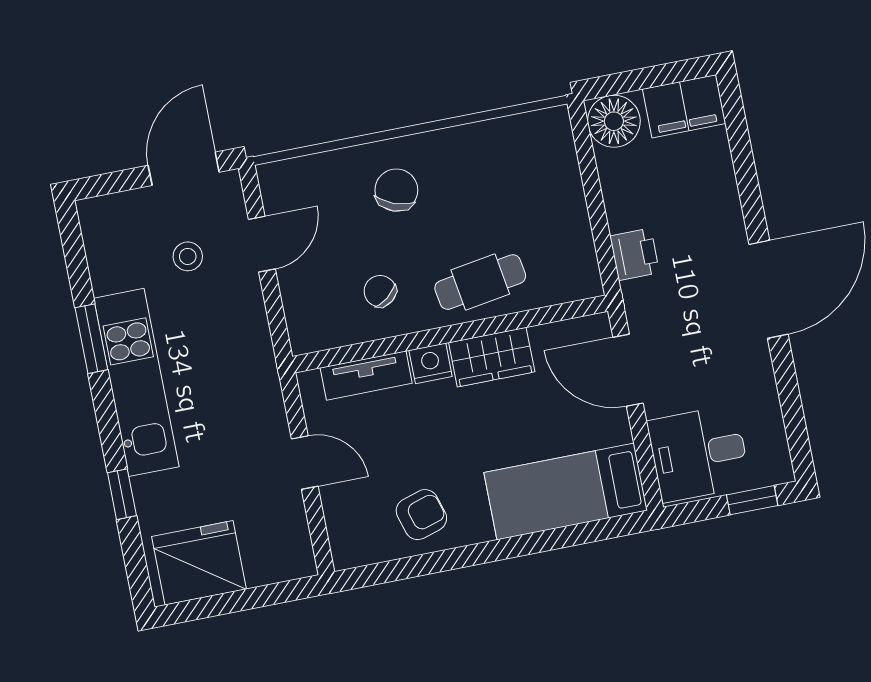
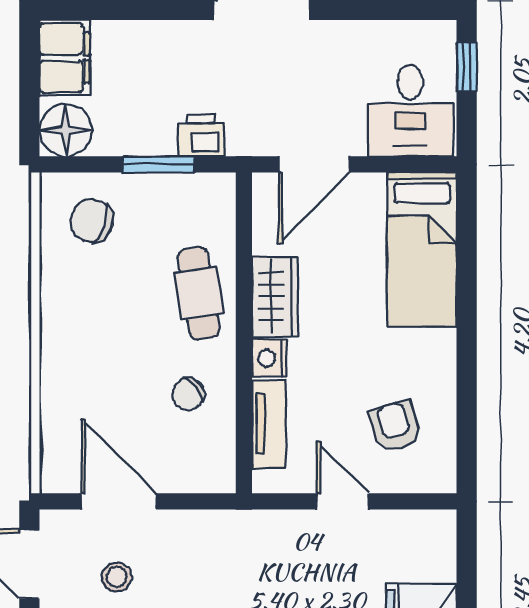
chair: (396, 190) -> (92, 221), moved
window: (598, 219) -> (159, 164), added
door: (262, 244) -> (119, 501), width x1.38
door: (305, 462) -> (343, 501), hinge flipped
armchair: (421, 515) -> (395, 427), moved

